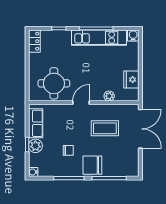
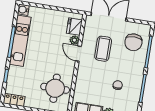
fridge: (131, 80) -> (74, 27), moved, turned 90
door: (81, 103) -> (78, 54), moved
chair: (92, 165) -> (133, 42), moved

